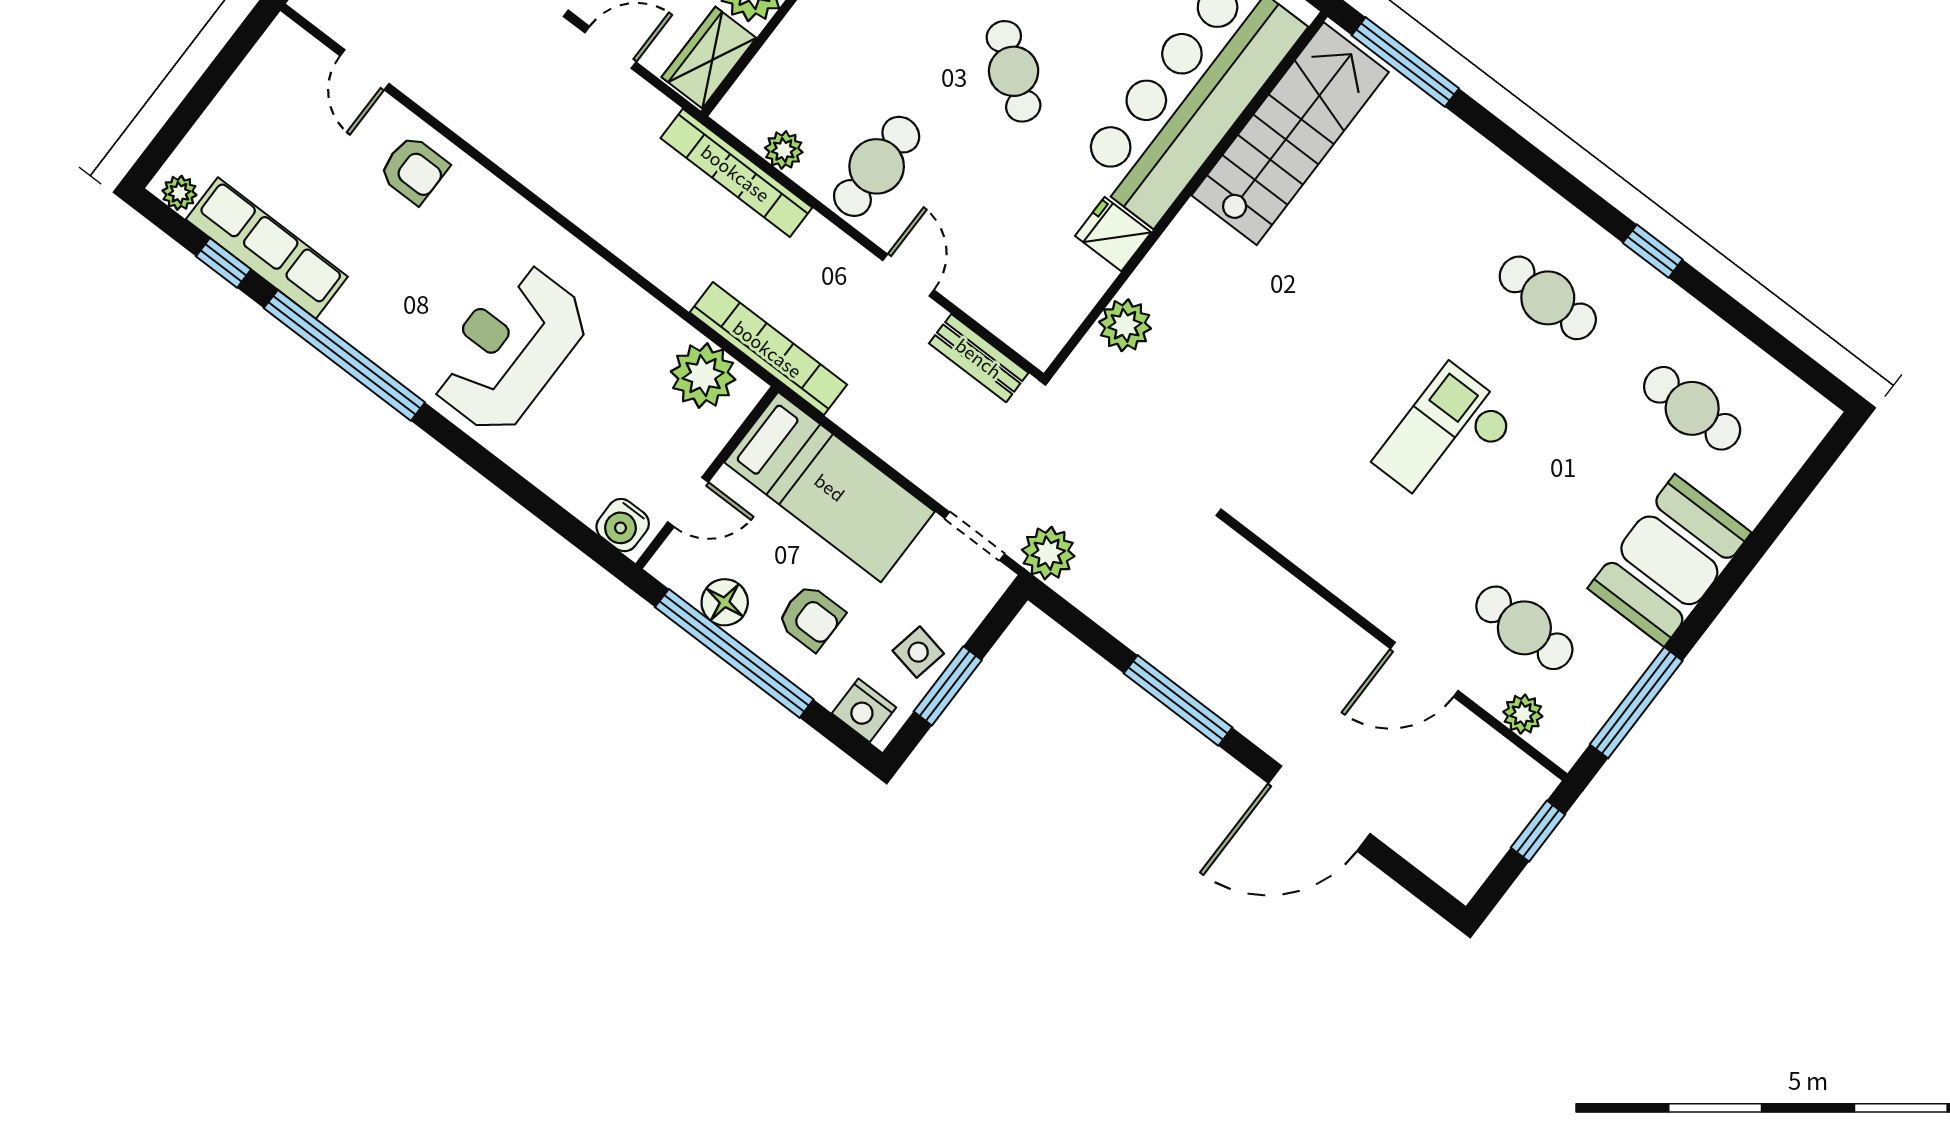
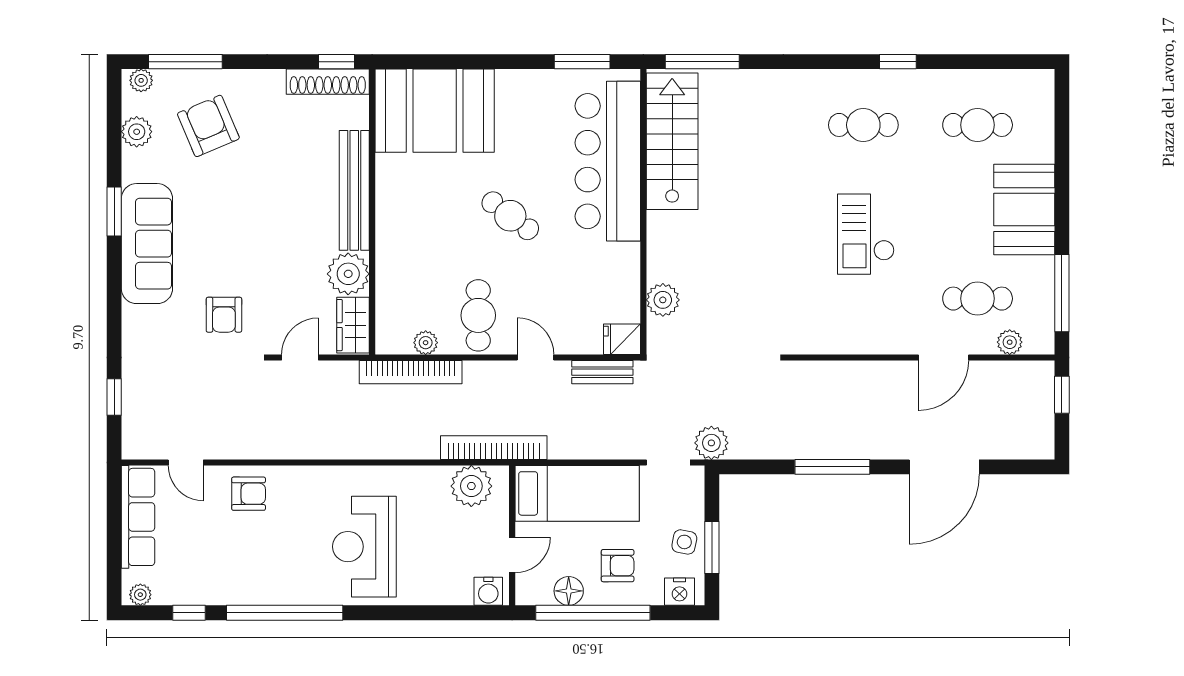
fridge: (1113, 234) -> (622, 339), moved
row of seats: (267, 248) -> (138, 517), moved, turned 90

